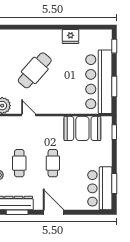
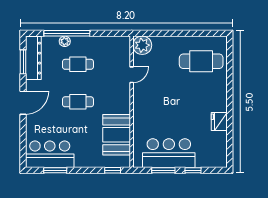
window: (114, 46) -> (193, 170), moved
cafe table: (35, 70) -> (201, 61), moved, turned -41
bar counter: (99, 82) -> (169, 153), width x0.73

